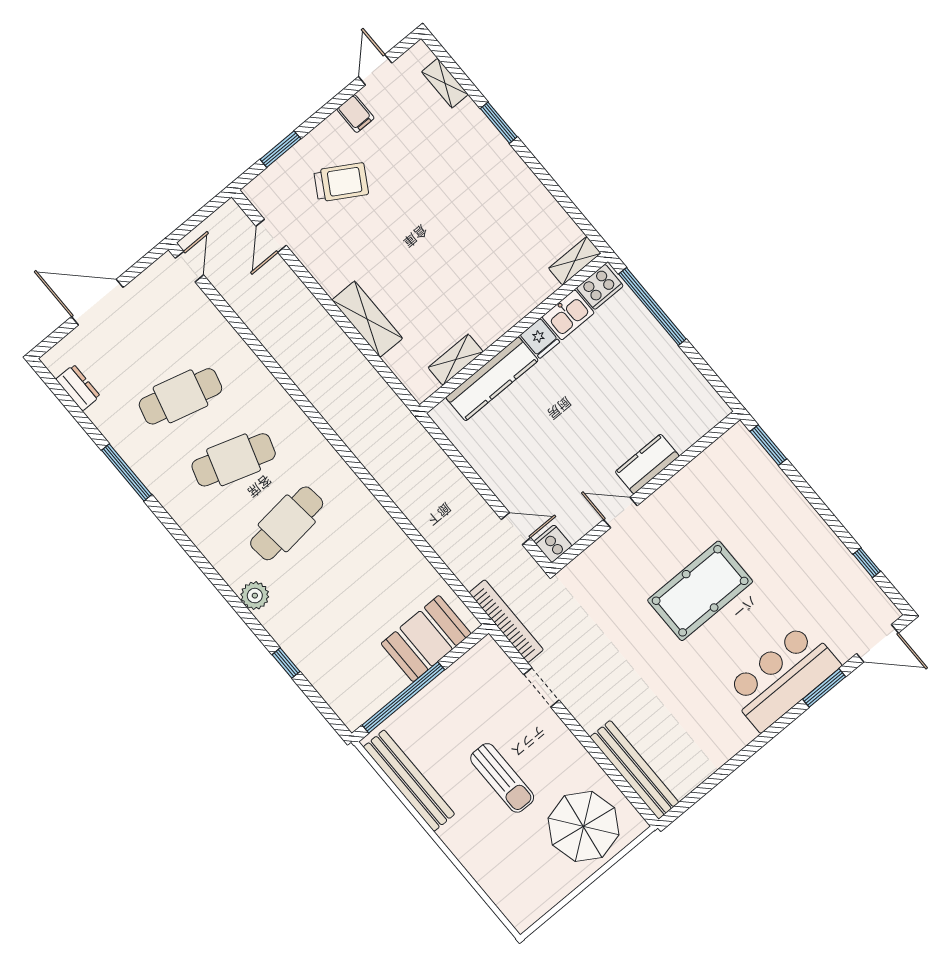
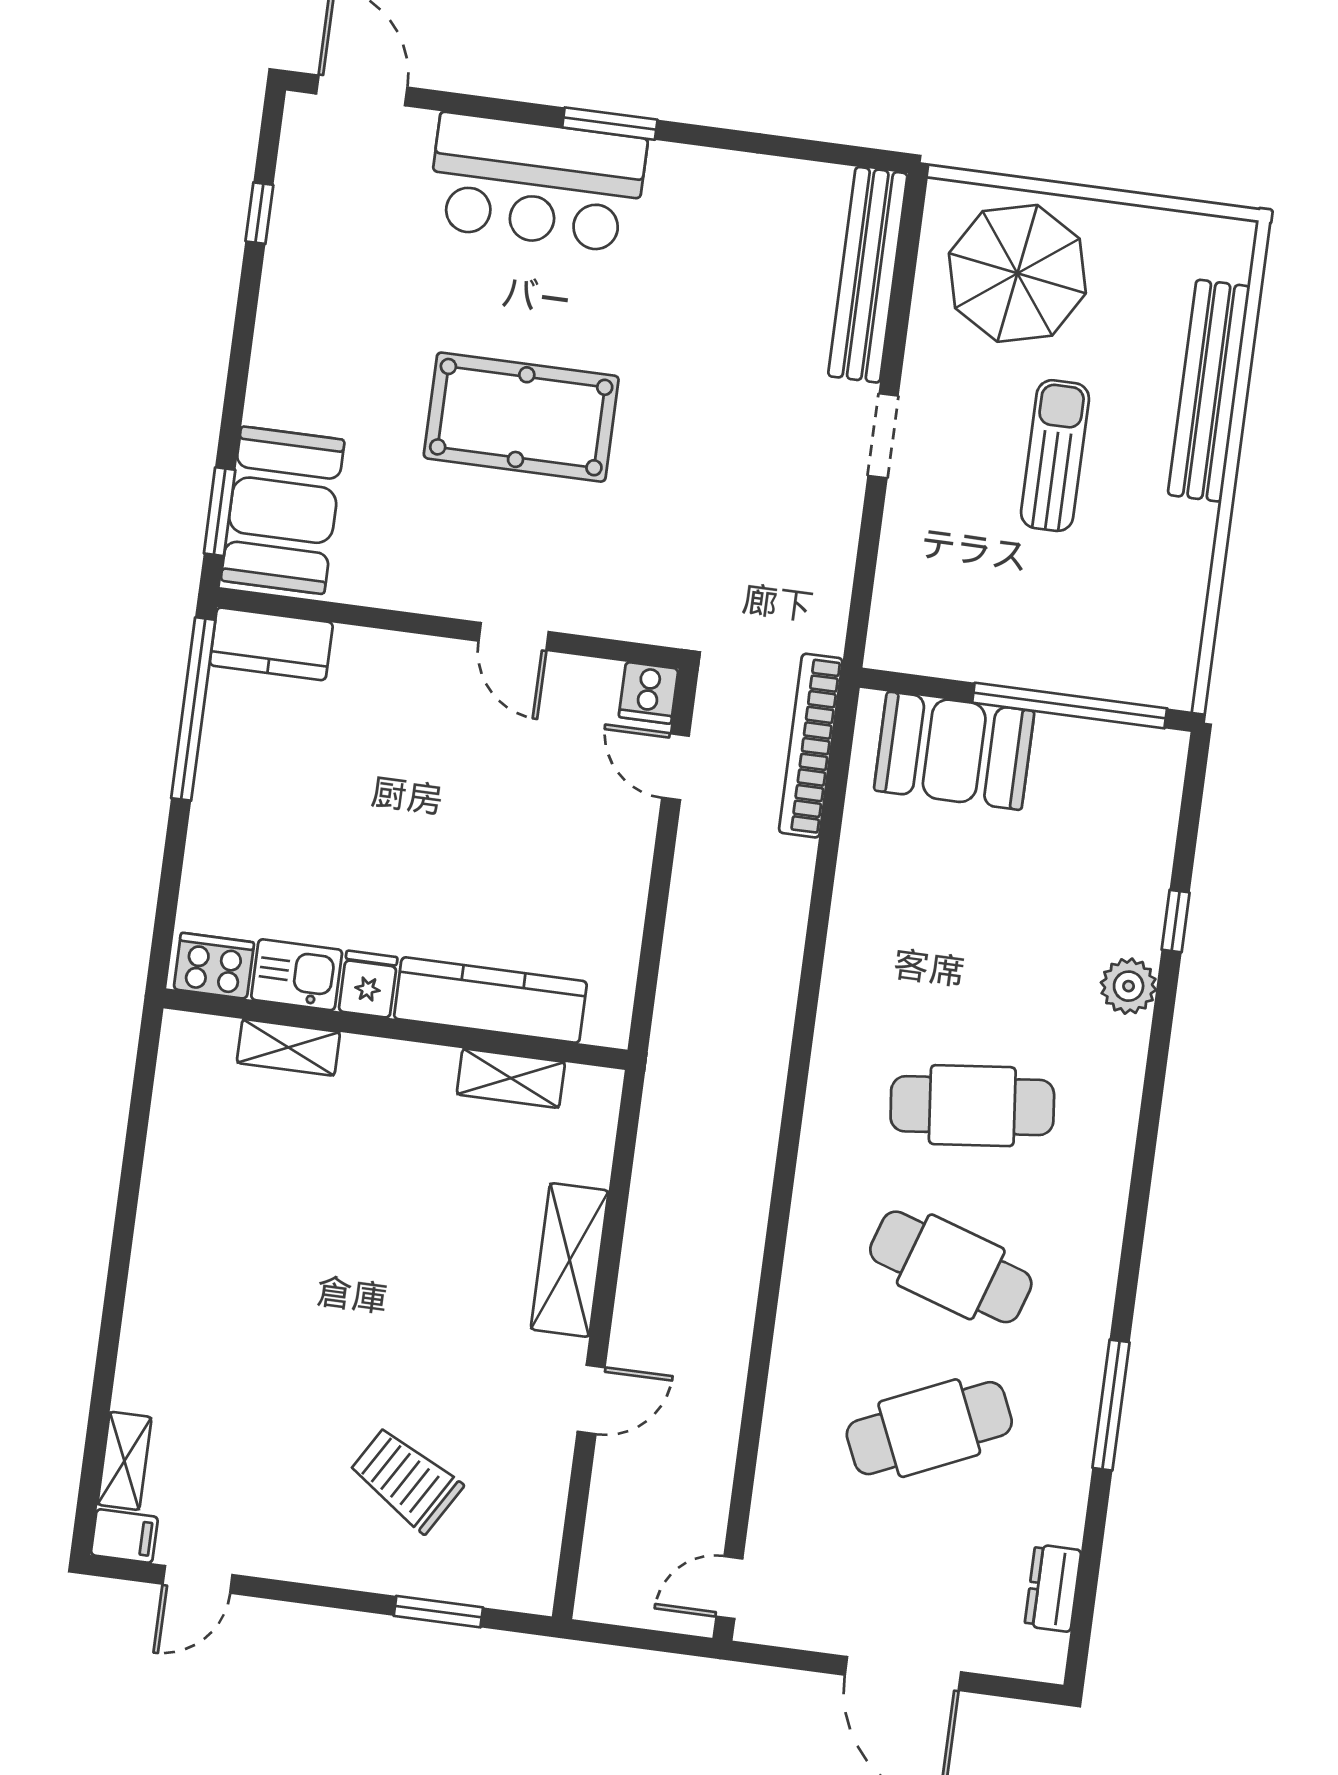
filing cabinet: (355, 114) -> (124, 1536), moved, turned 90
window: (499, 123) -> (110, 1330), removed
door: (271, 236) -> (591, 1399), moved
shelving: (575, 261) -> (288, 1047), moved
window: (652, 306) -> (193, 709), moved
cafe table: (180, 396) -> (929, 1428), turned -39
kitchen counter: (647, 464) -> (271, 644), moved
booth: (747, 469) -> (283, 510), added
plant: (255, 596) -> (1129, 986), moved
bookcase: (506, 621) -> (811, 746), moved
doorway: (541, 687) -> (883, 436), moved
window: (824, 688) -> (610, 124), moved
bench: (409, 781) -> (1209, 391), moved

